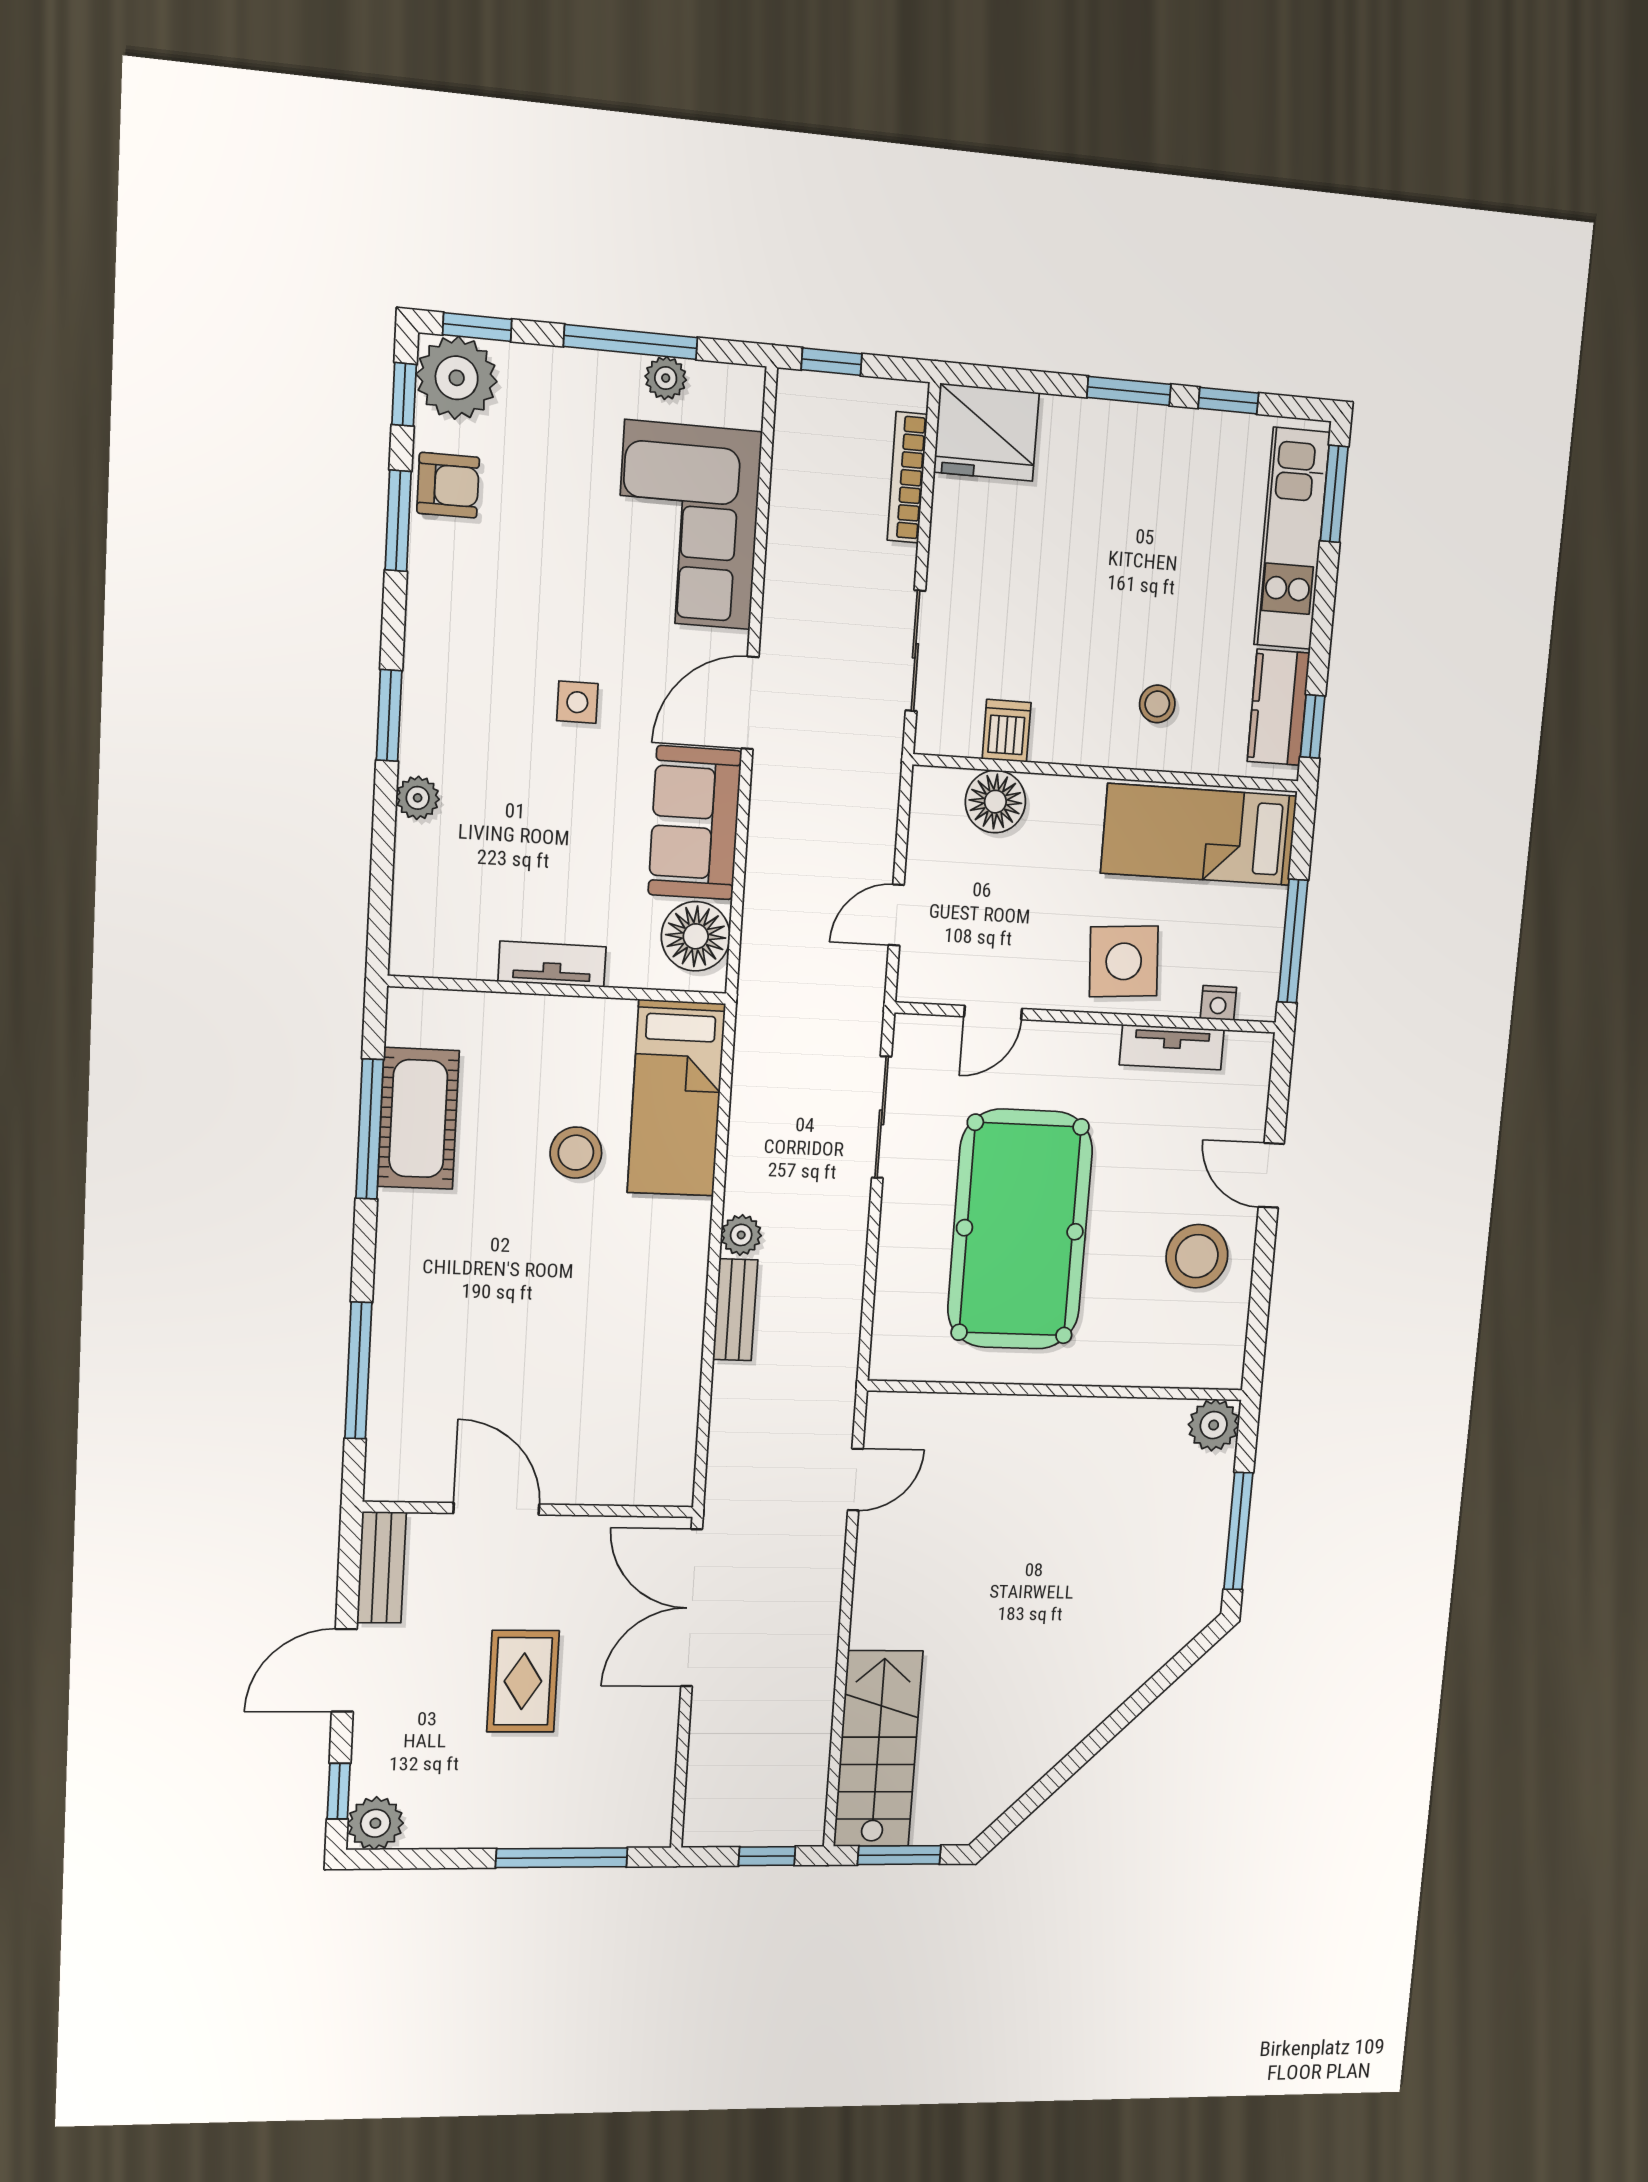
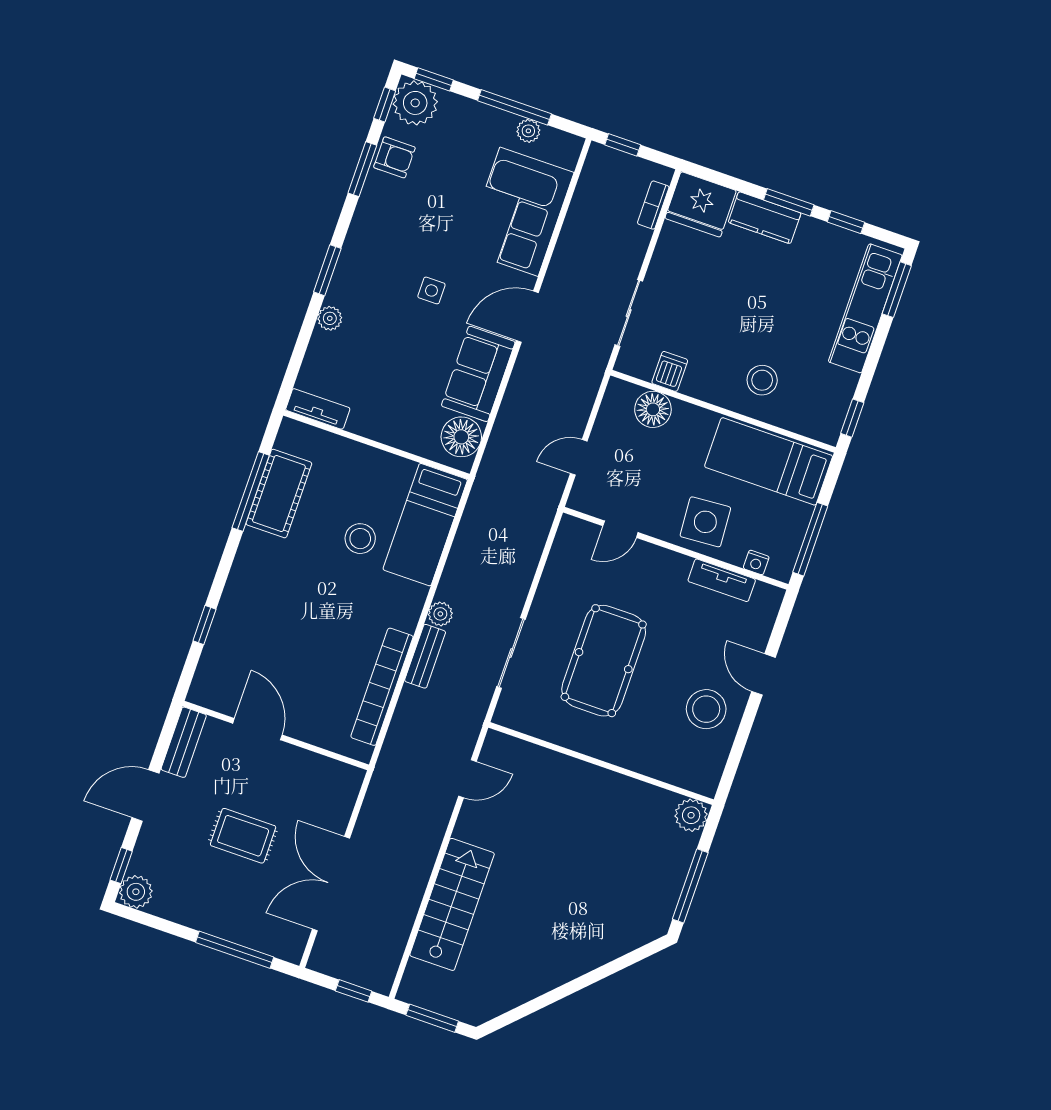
bookcase: (907, 477) -> (653, 205), width x0.64
stool: (1157, 704) -> (762, 380), width x1.37, depth x1.37
kitchen counter: (1279, 707) -> (765, 218), moved, turned -90
tv unit: (552, 964) -> (318, 409), moved
sliding door: (882, 1117) -> (511, 653), moved
pool table: (1020, 1230) -> (604, 661), width x0.73, depth x0.76
window: (358, 1371) -> (204, 625), width x0.46
bookcase: (679, 1379) -> (382, 687), added
double door: (692, 1608) -> (331, 884), moved
rug: (523, 1681) -> (243, 836), turned 90
stairs: (878, 1749) -> (452, 904), moved

